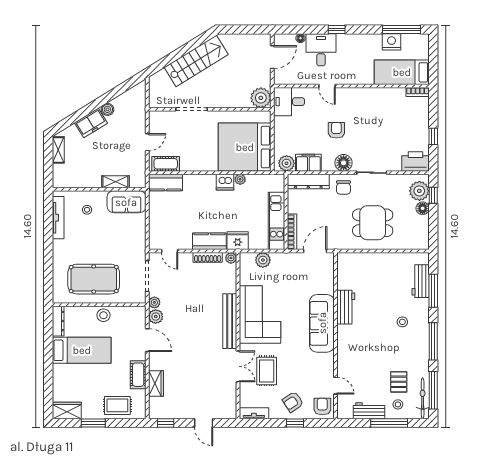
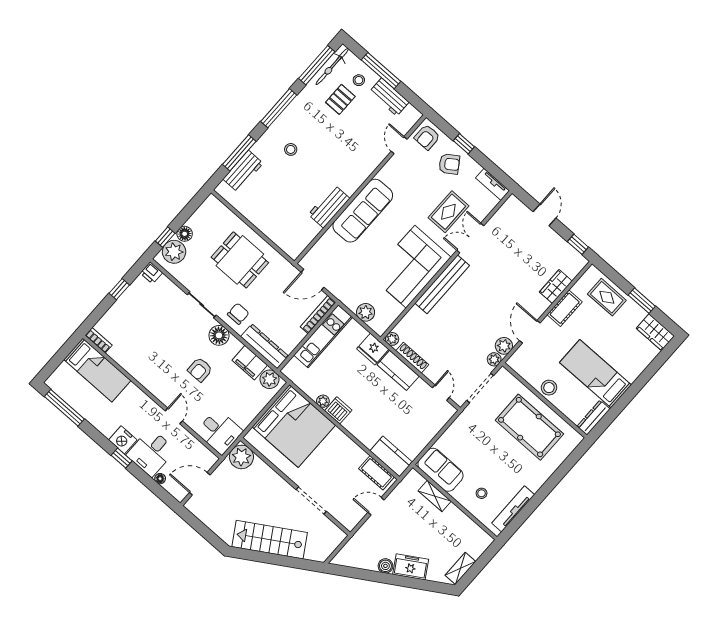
nightstand: (392, 42) -> (123, 440), moved
printer: (416, 162) -> (151, 273), width x0.53, depth x0.68

